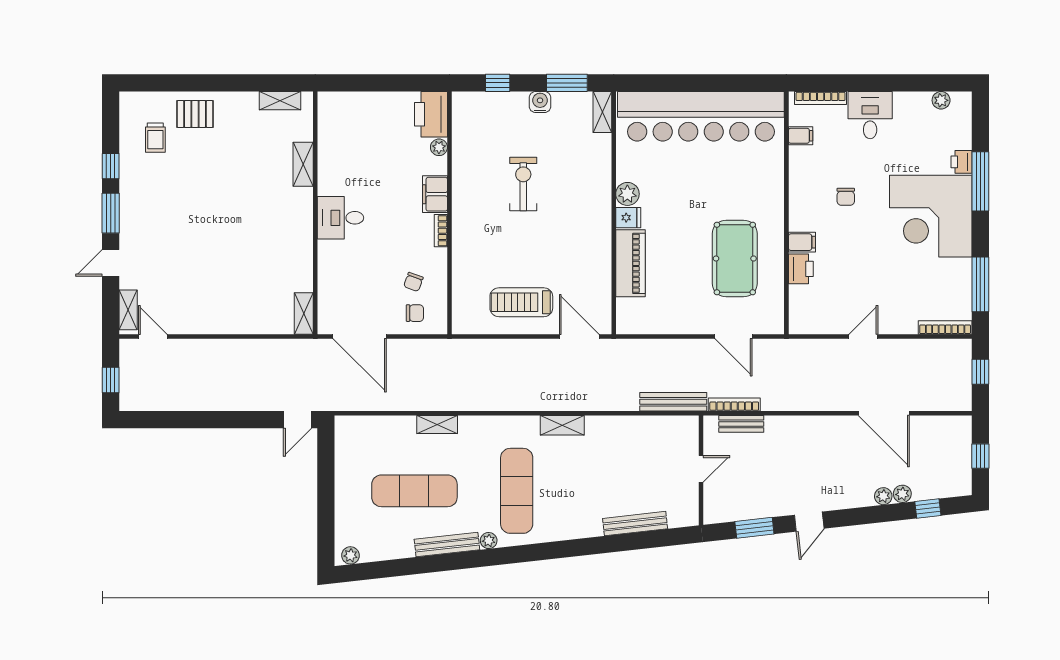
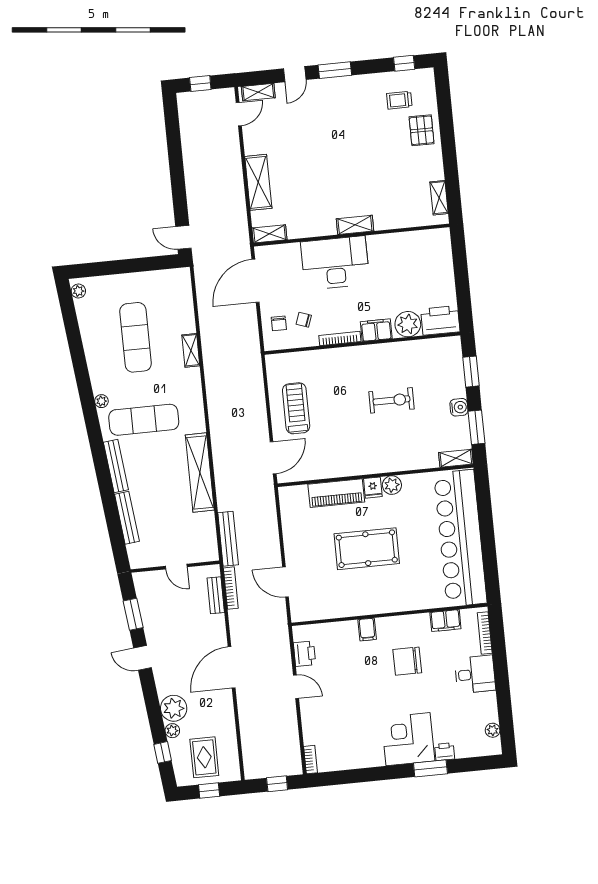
window: (498, 83) -> (471, 372), width x1.50
filing cabinet: (801, 136) -> (445, 621), width x2.00
plant: (439, 147) -> (408, 324), width x1.87, depth x1.87
shelving: (303, 164) -> (355, 225), moved
window: (111, 166) -> (404, 63), moved
window: (980, 181) -> (430, 768), width x0.69
chair: (846, 197) -> (407, 661), width x1.87, depth x1.87
corner desk: (931, 216) -> (408, 739), width x0.74, depth x0.74
desk: (340, 218) -> (335, 263), width x1.87, depth x1.30
bookcase: (441, 231) -> (340, 338), width x1.56
pool table: (735, 258) -> (367, 549), moved
door: (111, 263) -> (295, 74), swing flipped
printer: (801, 269) -> (304, 654), moved, turned -90
window: (980, 284) -> (347, 777), removed
shelving: (239, 321) -> (258, 182), added
bookcase: (945, 328) -> (311, 760), width x0.64
door: (734, 337) -> (286, 582), hinge flipped
door: (884, 413) -> (232, 667), moved
shelving: (562, 425) -> (200, 472), width x2.20, depth x1.33
rug: (939, 458) -> (204, 757), added
plant: (883, 496) -> (174, 708), width x1.87, depth x1.87
bench: (447, 544) -> (116, 466), moved

